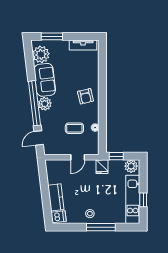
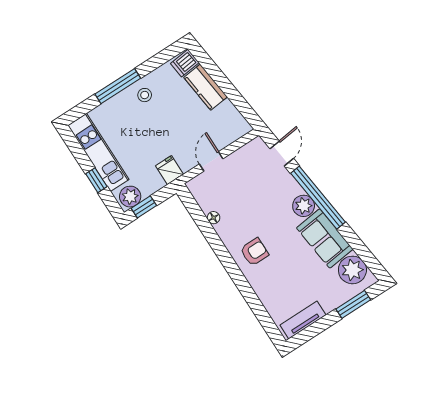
armchair: (85, 96) -> (254, 252), turned 103
coffee table: (74, 128) -> (241, 198), removed
window: (116, 156) -> (144, 207), moved
window: (143, 200) -> (96, 180), moved

